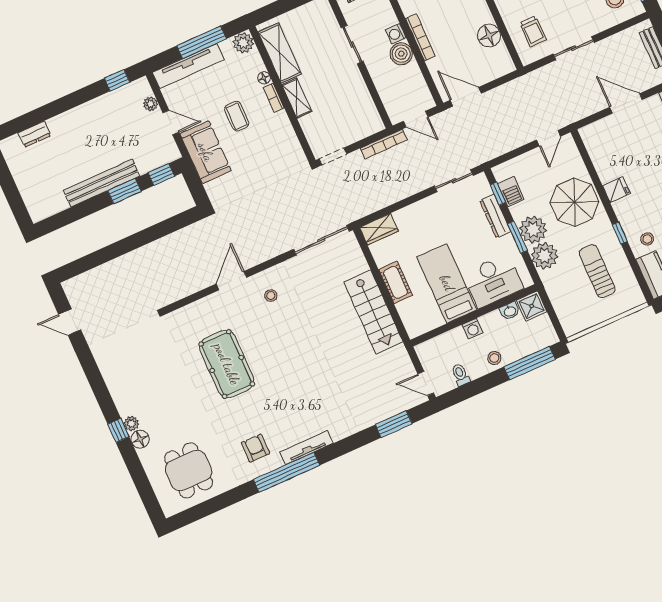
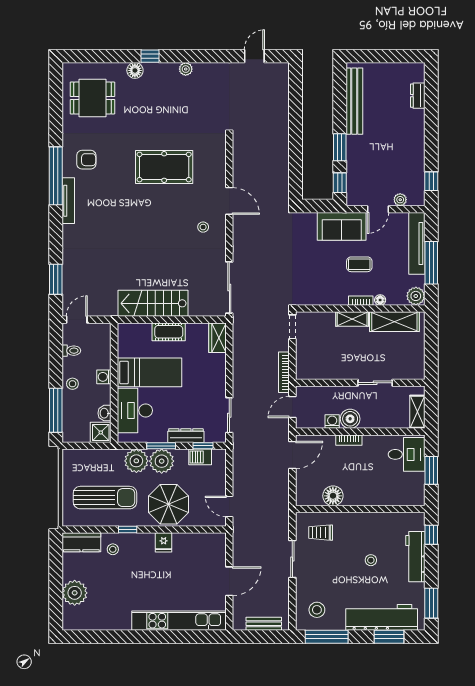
washing machine: (396, 34) -> (332, 422), moved
bookcase: (420, 37) -> (349, 440), width x0.64
bench: (102, 183) -> (354, 101), moved
sun lounger: (597, 271) -> (105, 498), width x1.36, depth x1.34
plant: (131, 424) -> (186, 69), moved

